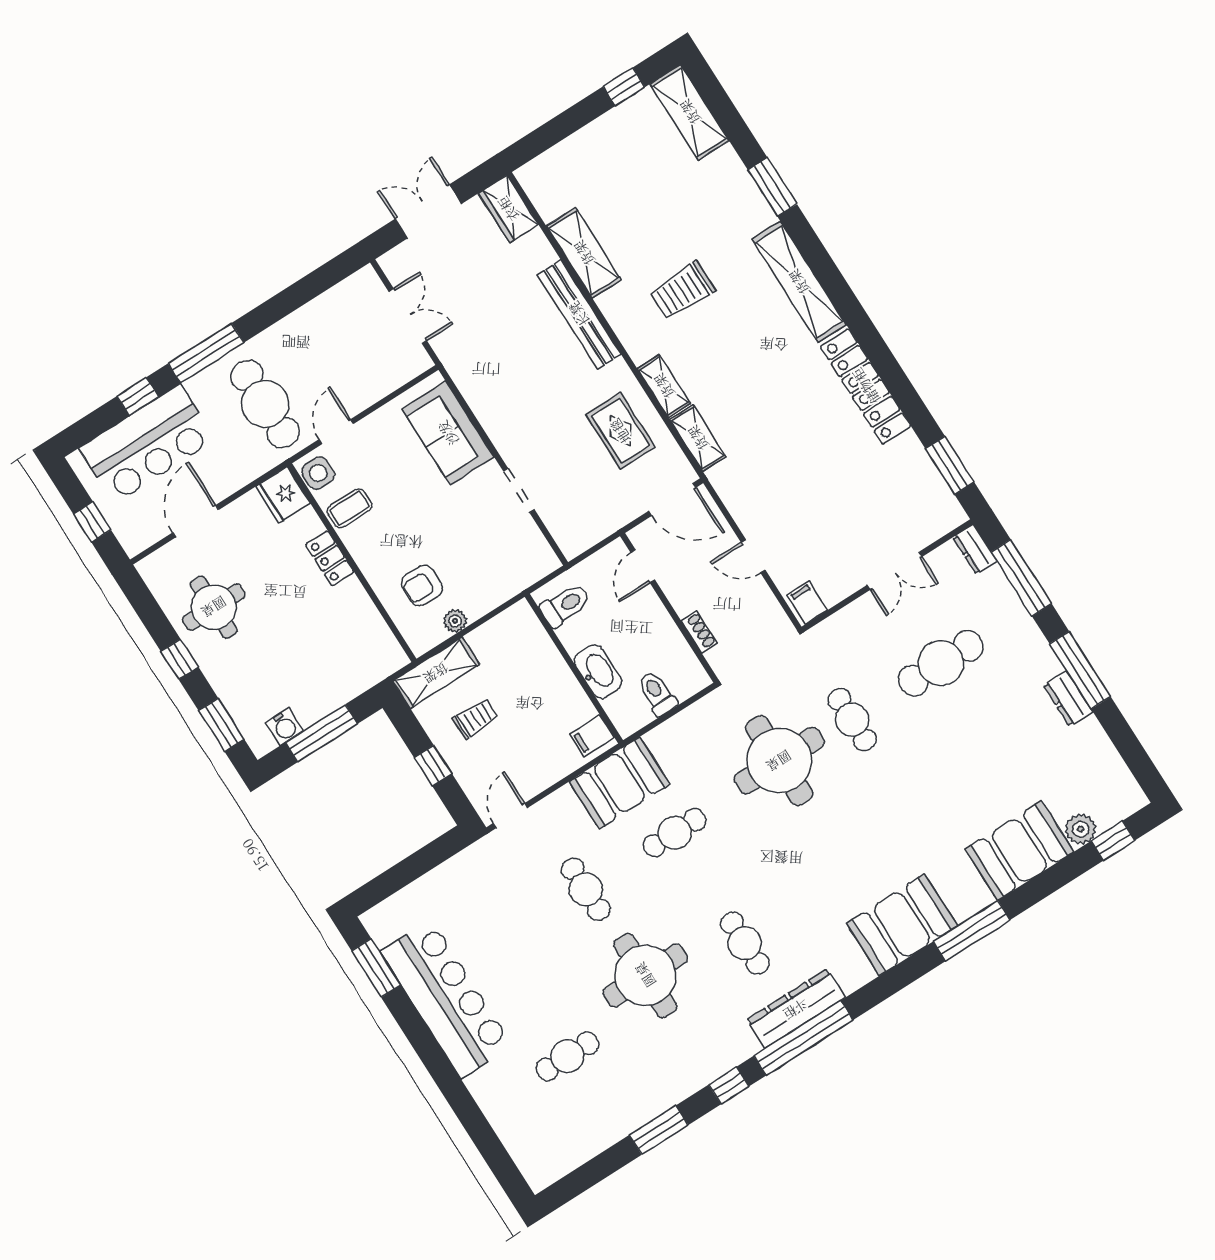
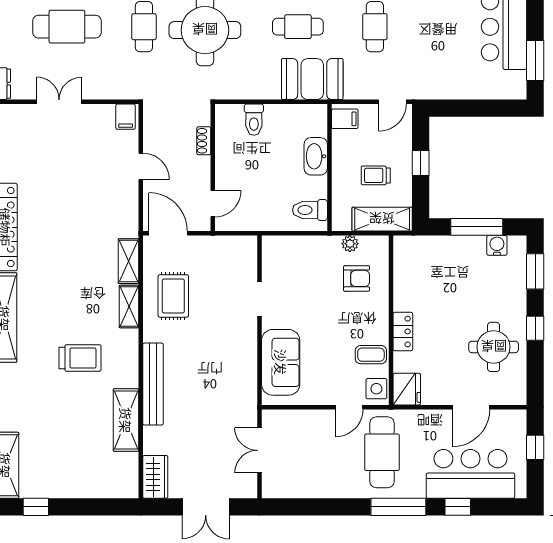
toilet: (565, 605) -> (310, 210), moved
wall: (574, 669) -> (329, 168), moved
washbasin: (598, 671) -> (316, 156), moved
filing cabinet: (592, 736) -> (345, 119), moved

